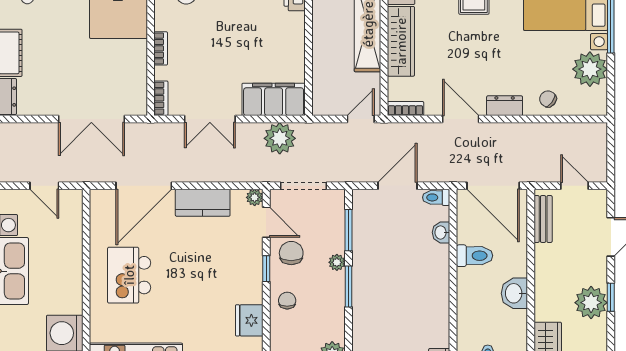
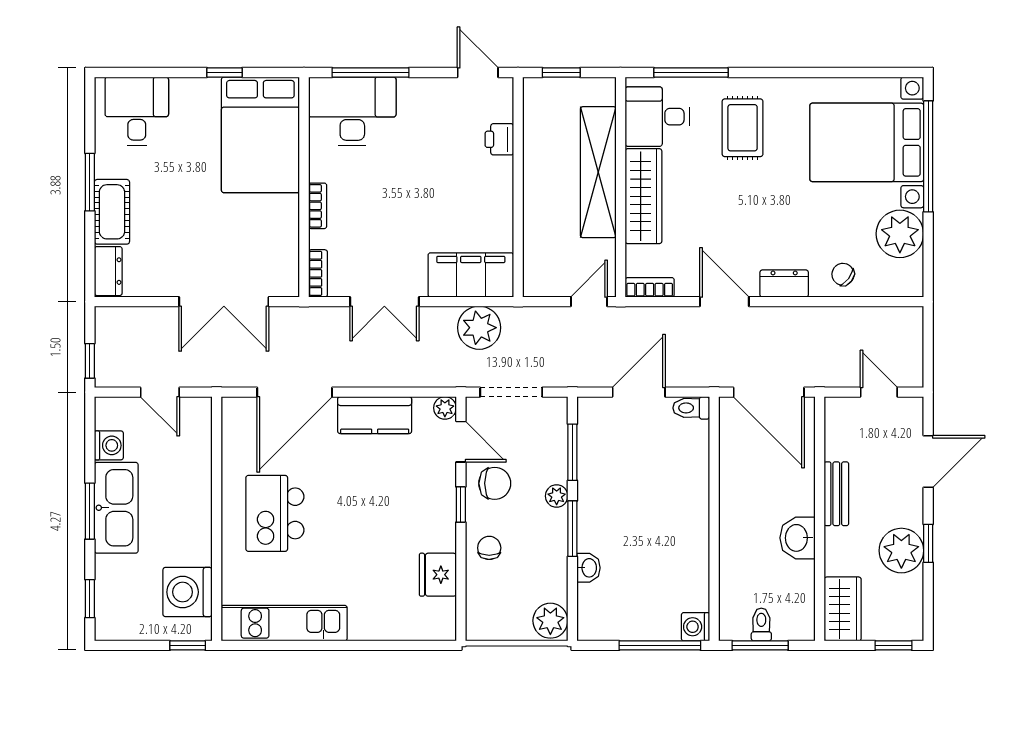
bench: (543, 219) -> (836, 494), moved
washbasin: (441, 232) -> (589, 568), moved, turned 180
chair: (291, 253) -> (495, 483), turned 90
toilet: (474, 256) -> (743, 487), removed

